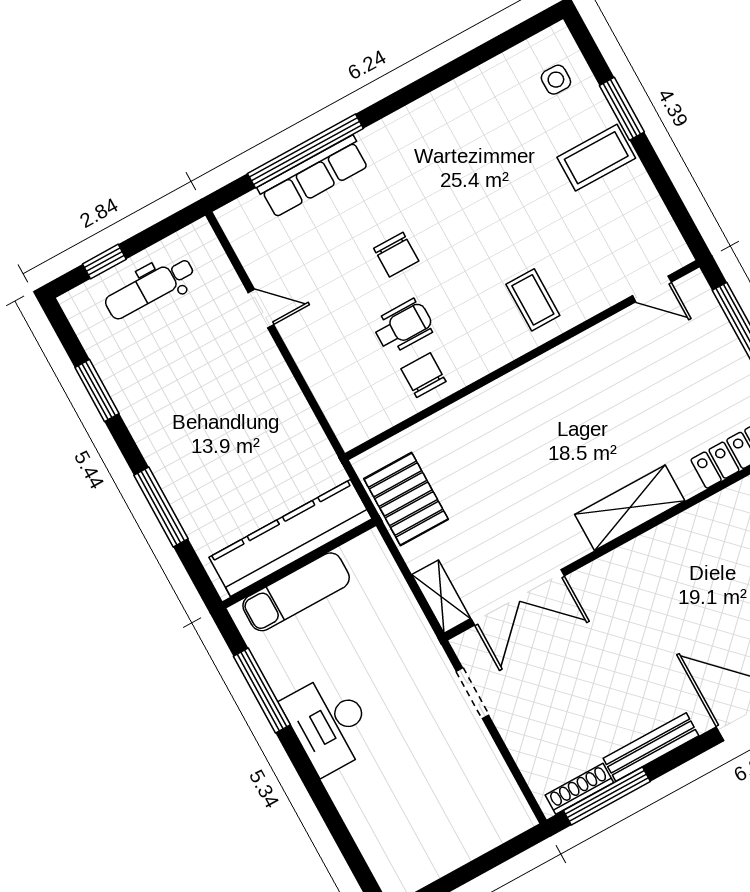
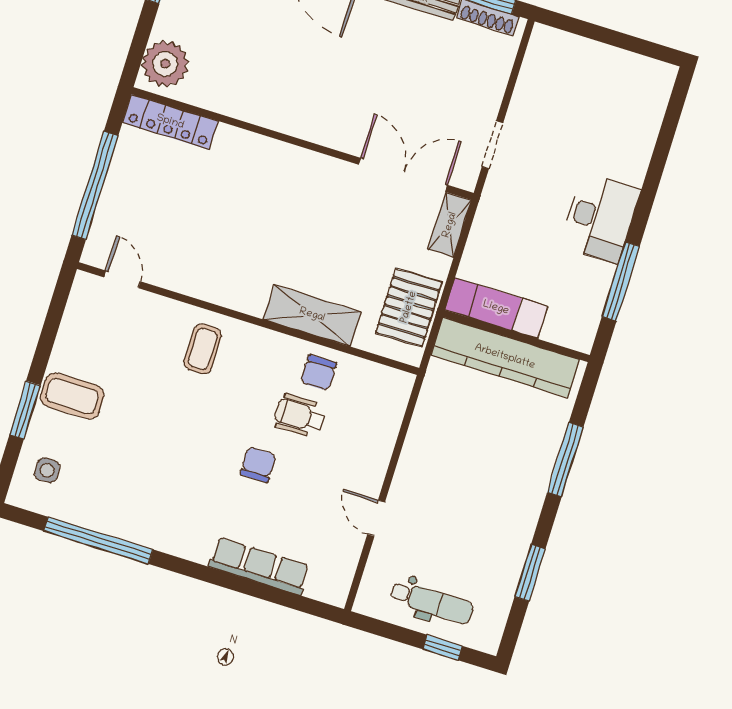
window: (305, 151) -> (98, 540), moved
shelving: (630, 508) -> (312, 315), moved
exam couch: (296, 592) -> (496, 308), moved

